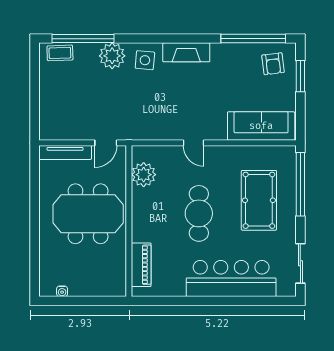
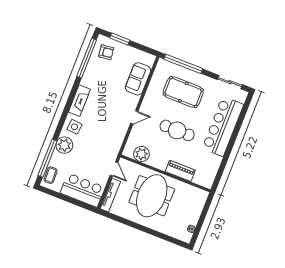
bar counter: (56, 109) -> (83, 190), added
sofa: (261, 126) -> (138, 79), width x0.73
piano: (141, 265) -> (180, 171), moved

